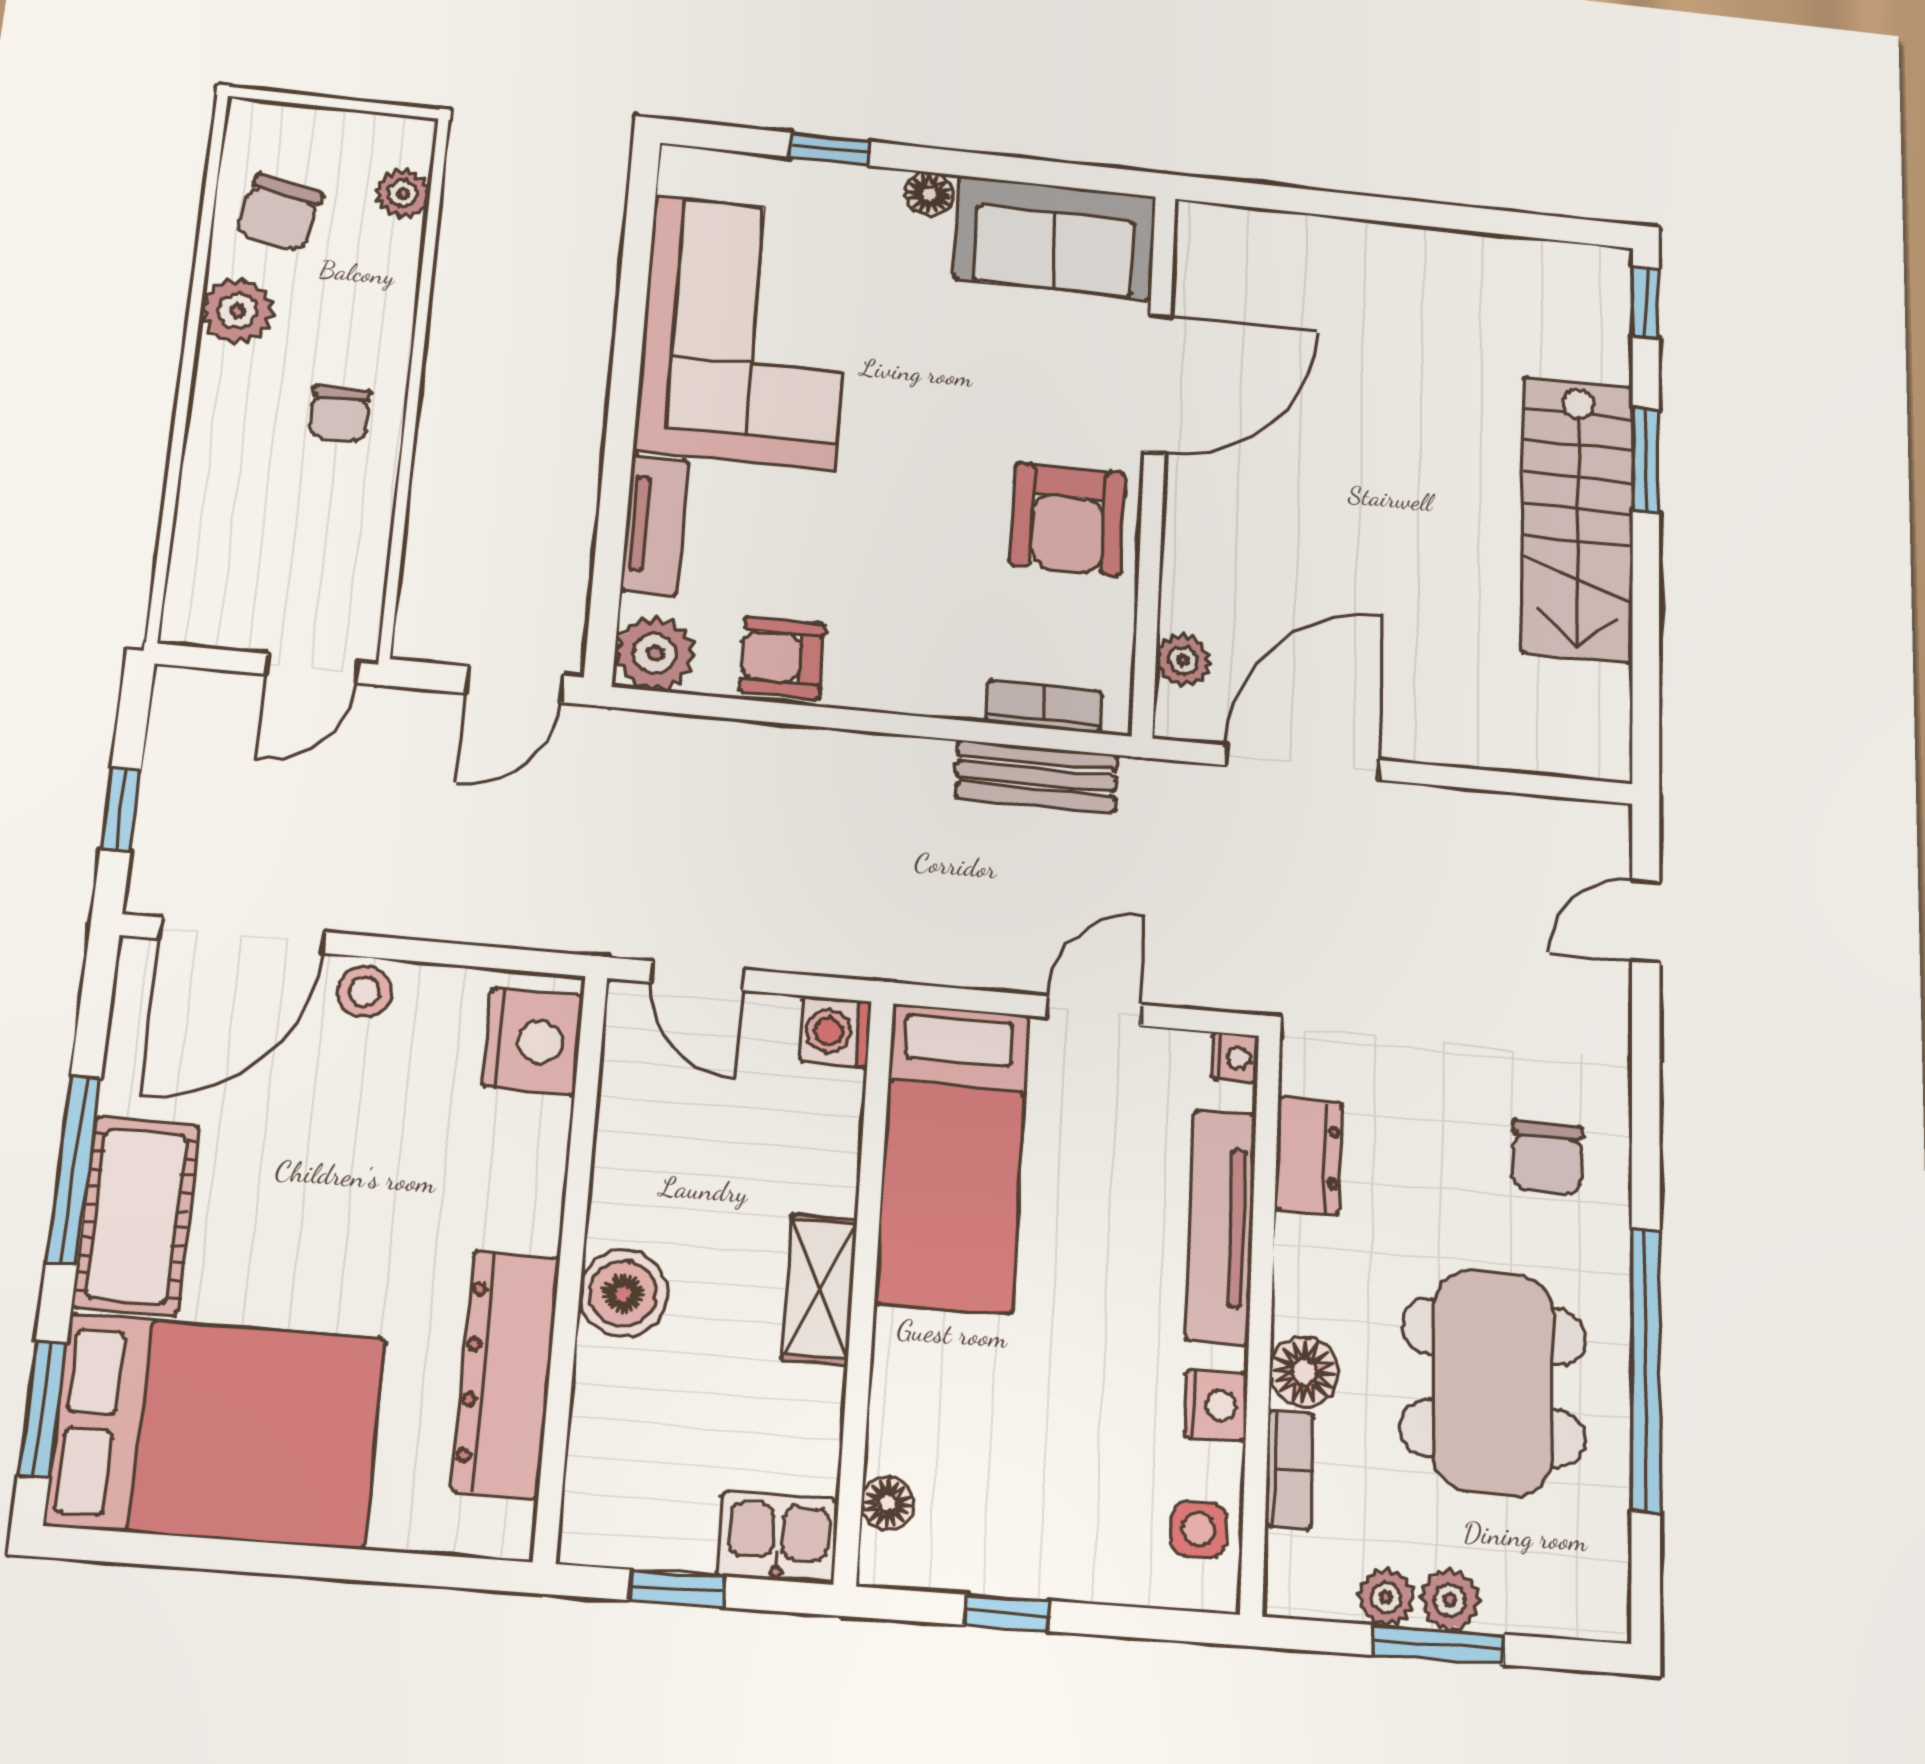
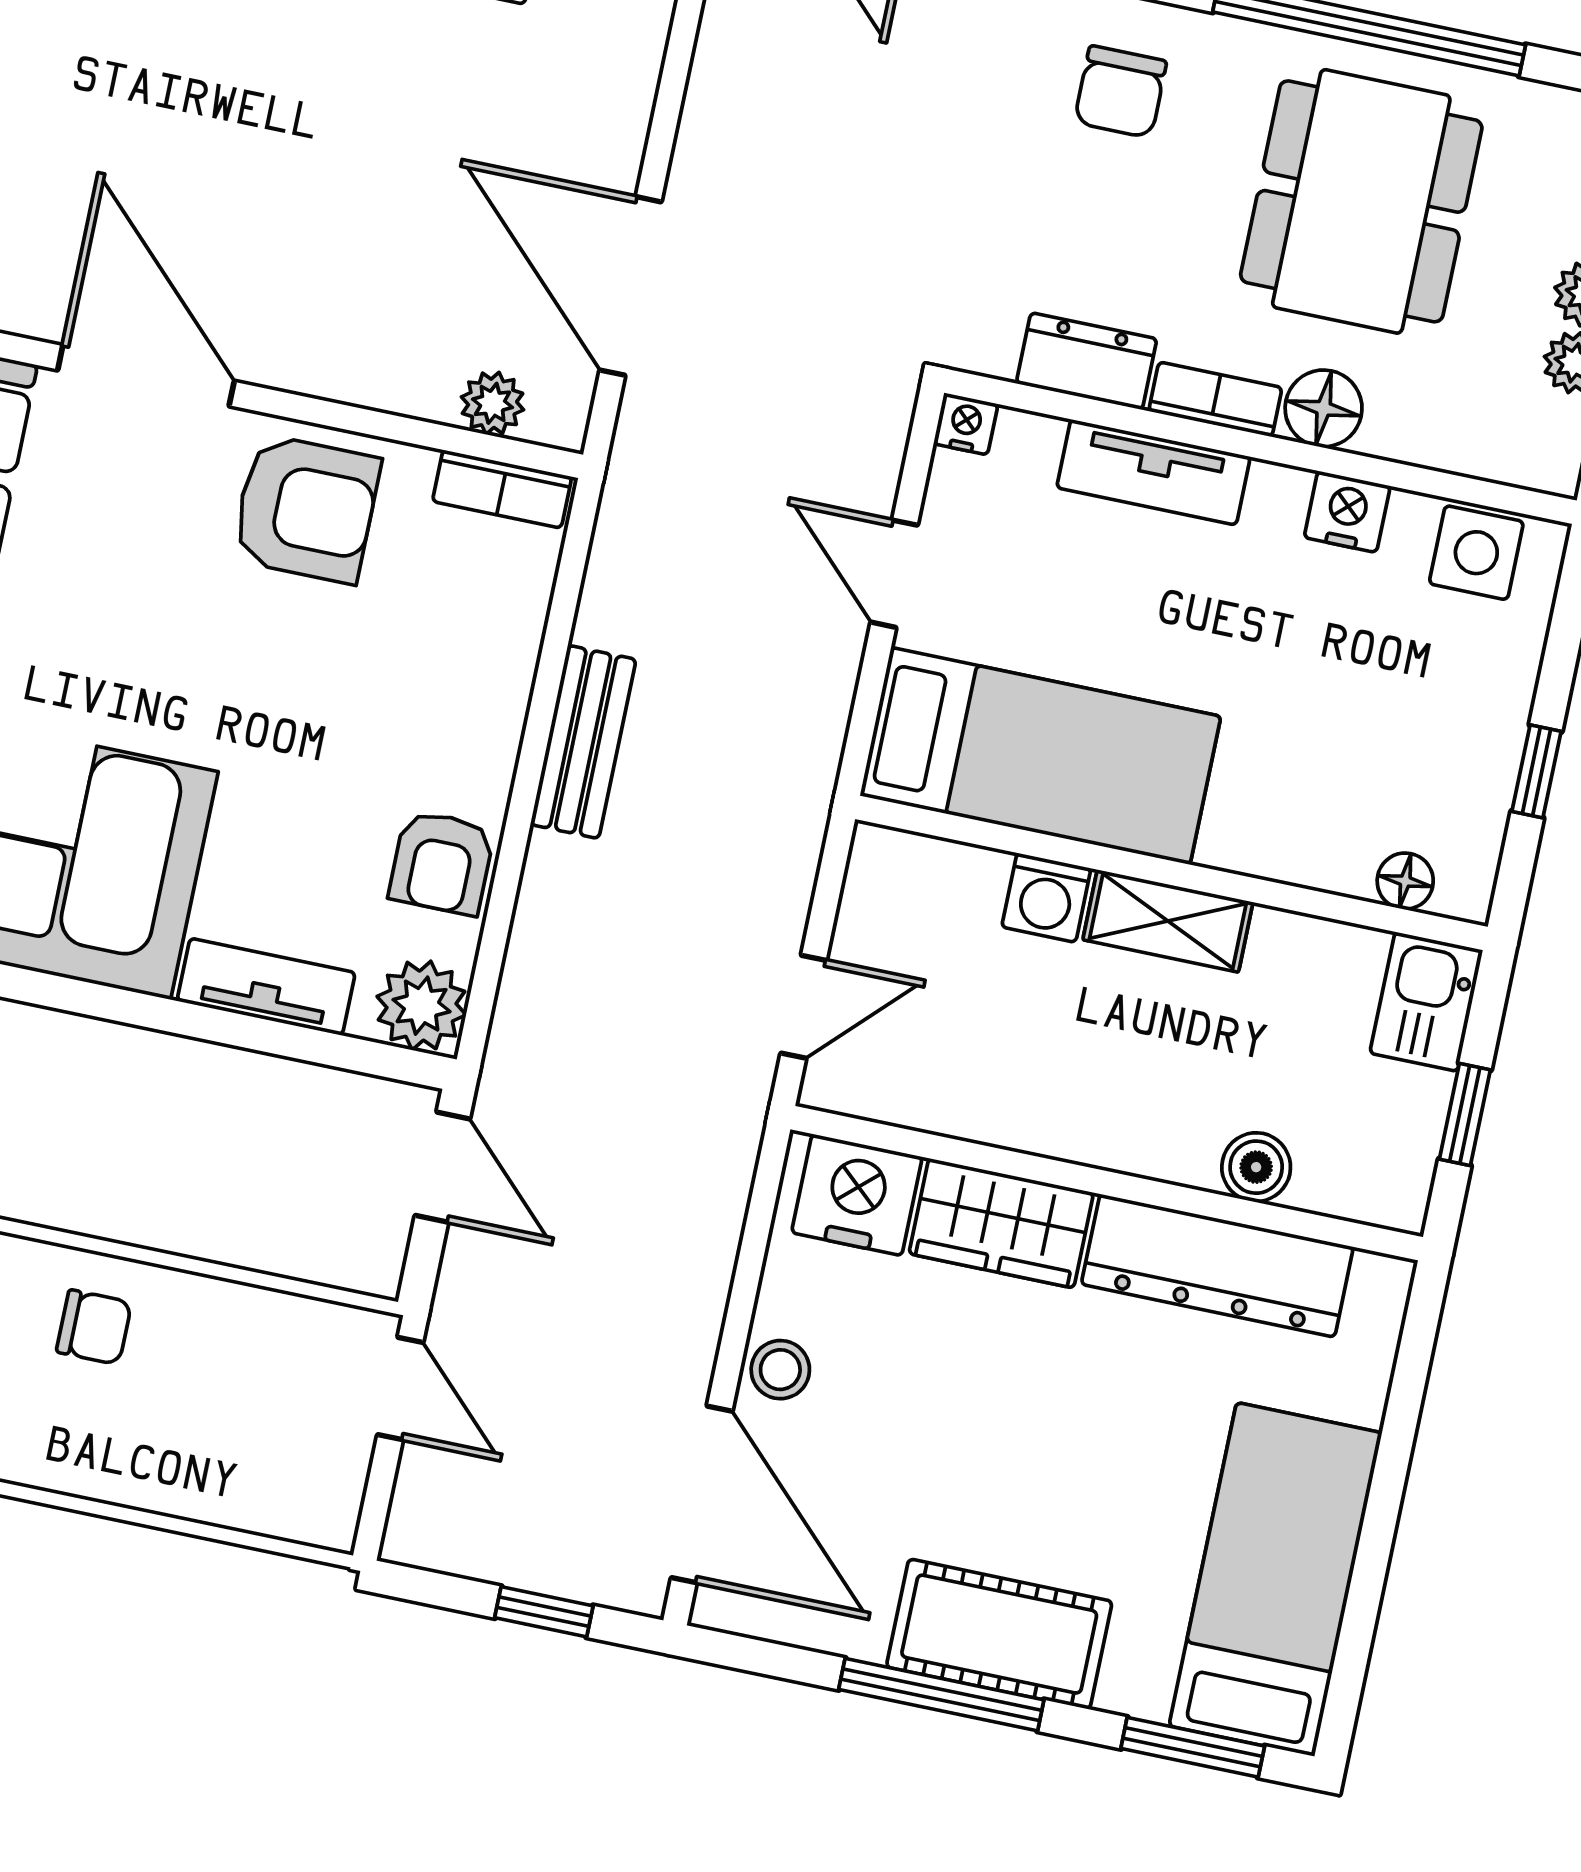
bookcase: (1044, 706) -> (502, 489), moved, turned -90
bench: (1037, 776) -> (583, 742), moved
washing machine: (835, 1031) -> (1046, 898), moved
chair: (1547, 1157) -> (1120, 92), turned 90
wardrobe: (522, 1172) -> (1001, 1223), added
tv unit: (1221, 1227) -> (1153, 472), width x0.71
boiler: (623, 1294) -> (1256, 1167), moved, width x0.73, depth x0.73
dining table: (1493, 1382) -> (1361, 201), turned 90
bed: (216, 1431) -> (1275, 1579), width x0.67
bookcase: (1289, 1470) -> (1215, 399), moved
side table: (1199, 1529) -> (1476, 553), width x1.37, depth x1.37

